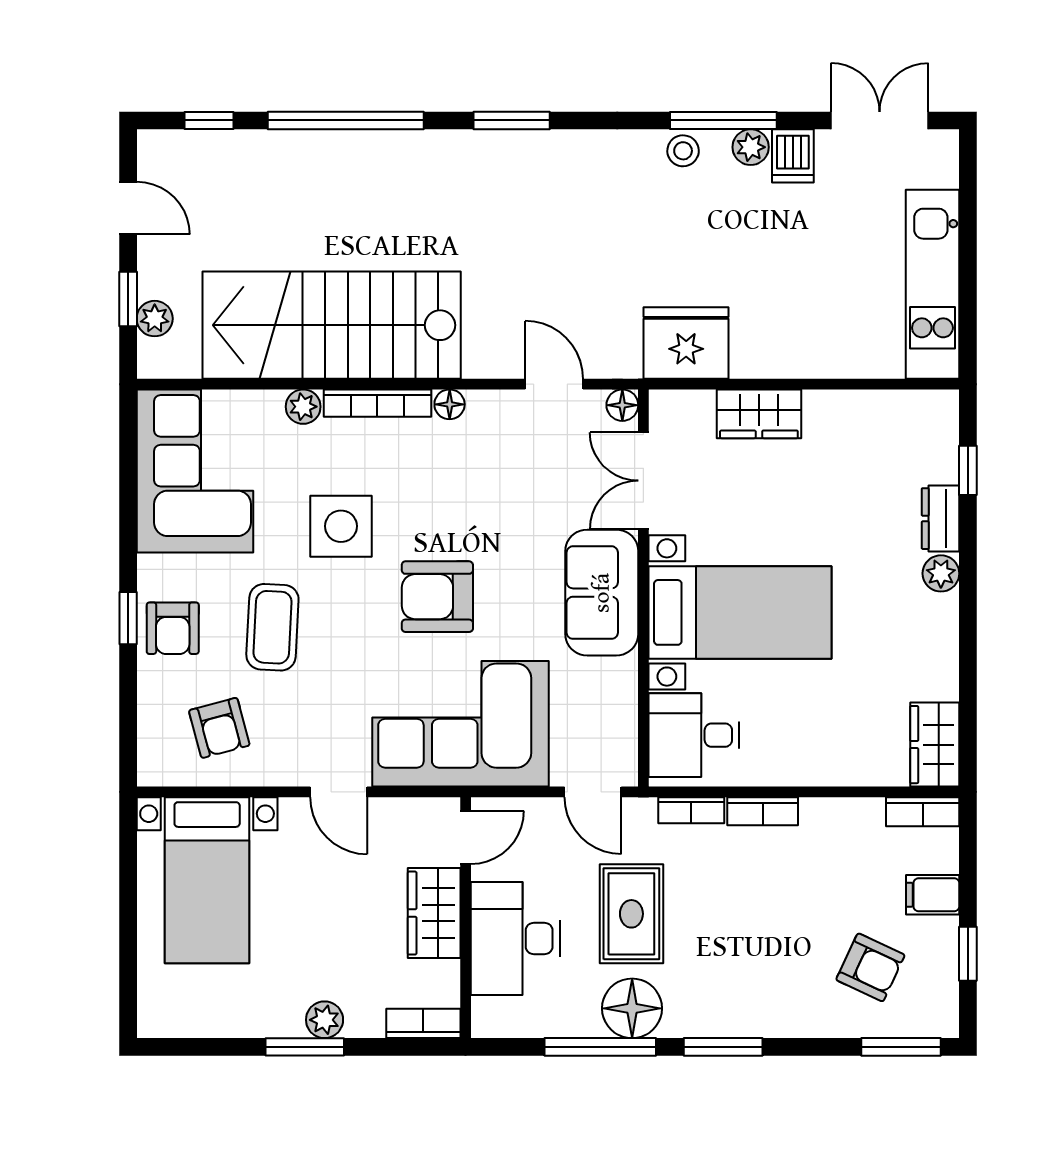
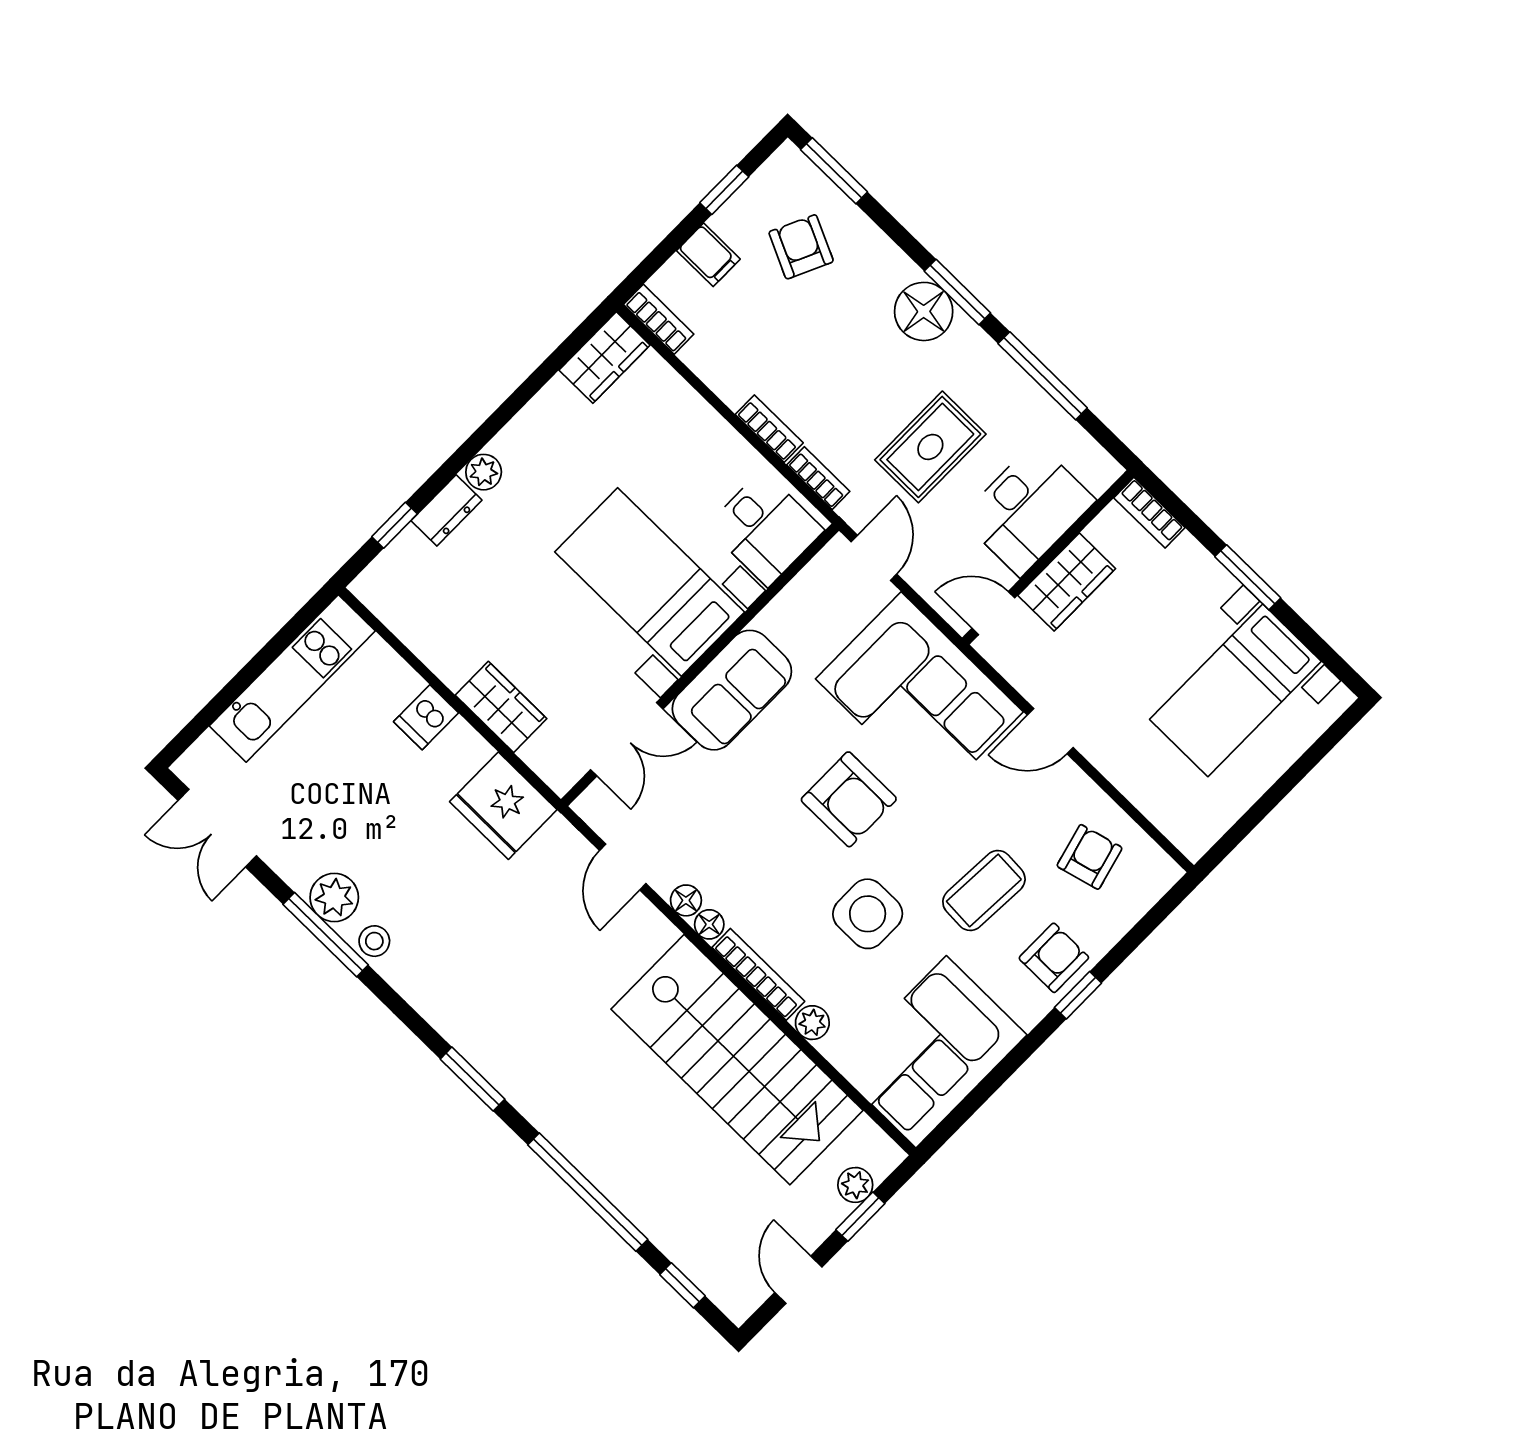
plant: (751, 147) -> (334, 897), width x1.38, depth x1.38
dishwasher: (793, 156) -> (426, 717), moved, turned 180
floor lamp: (622, 405) -> (686, 900), moved
door: (339, 792) -> (1050, 731), swing flipped
bed with nightstands: (207, 880) -> (1235, 690), moved, turned 180
floor lamp: (632, 1008) -> (924, 311), moved
plant: (325, 1020) -> (1215, 583), removed

